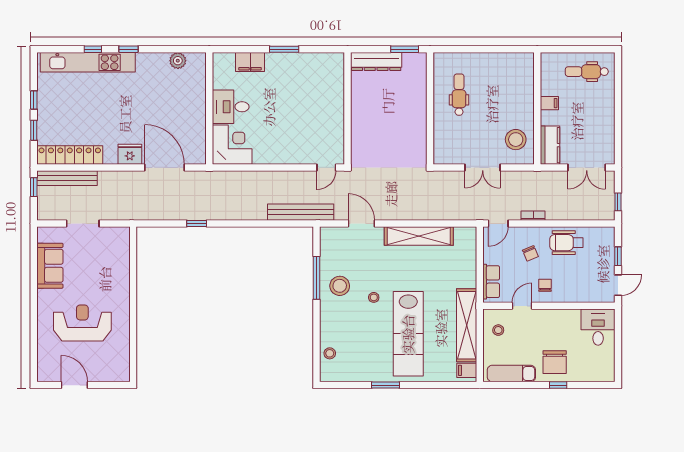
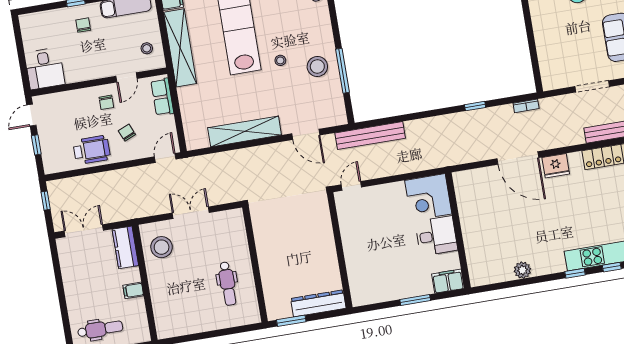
desk: (231, 107) -> (436, 236), moved
wall: (209, 108) -> (458, 230), moved
corner desk: (232, 145) -> (428, 197), moved
bookcase: (533, 216) -> (526, 106), moved
chair: (555, 362) -> (83, 25), width x0.54, depth x0.54

